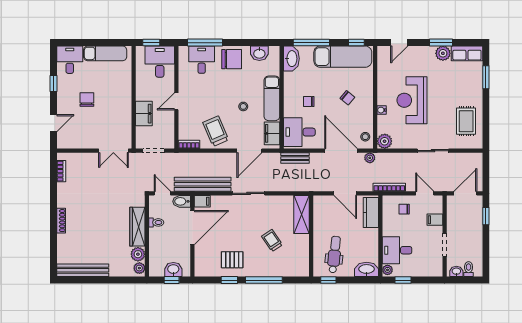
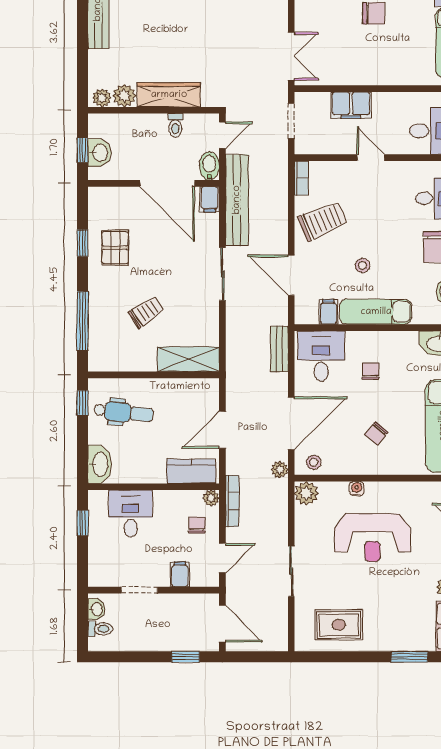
reception desk: (412, 100) -> (372, 538), turned 180
filing cabinet: (272, 133) -> (328, 312), width x0.50
double door: (113, 151) -> (291, 56), swing flipped
plant: (387, 270) -> (211, 498), moved
window: (264, 280) -> (83, 321), moved

